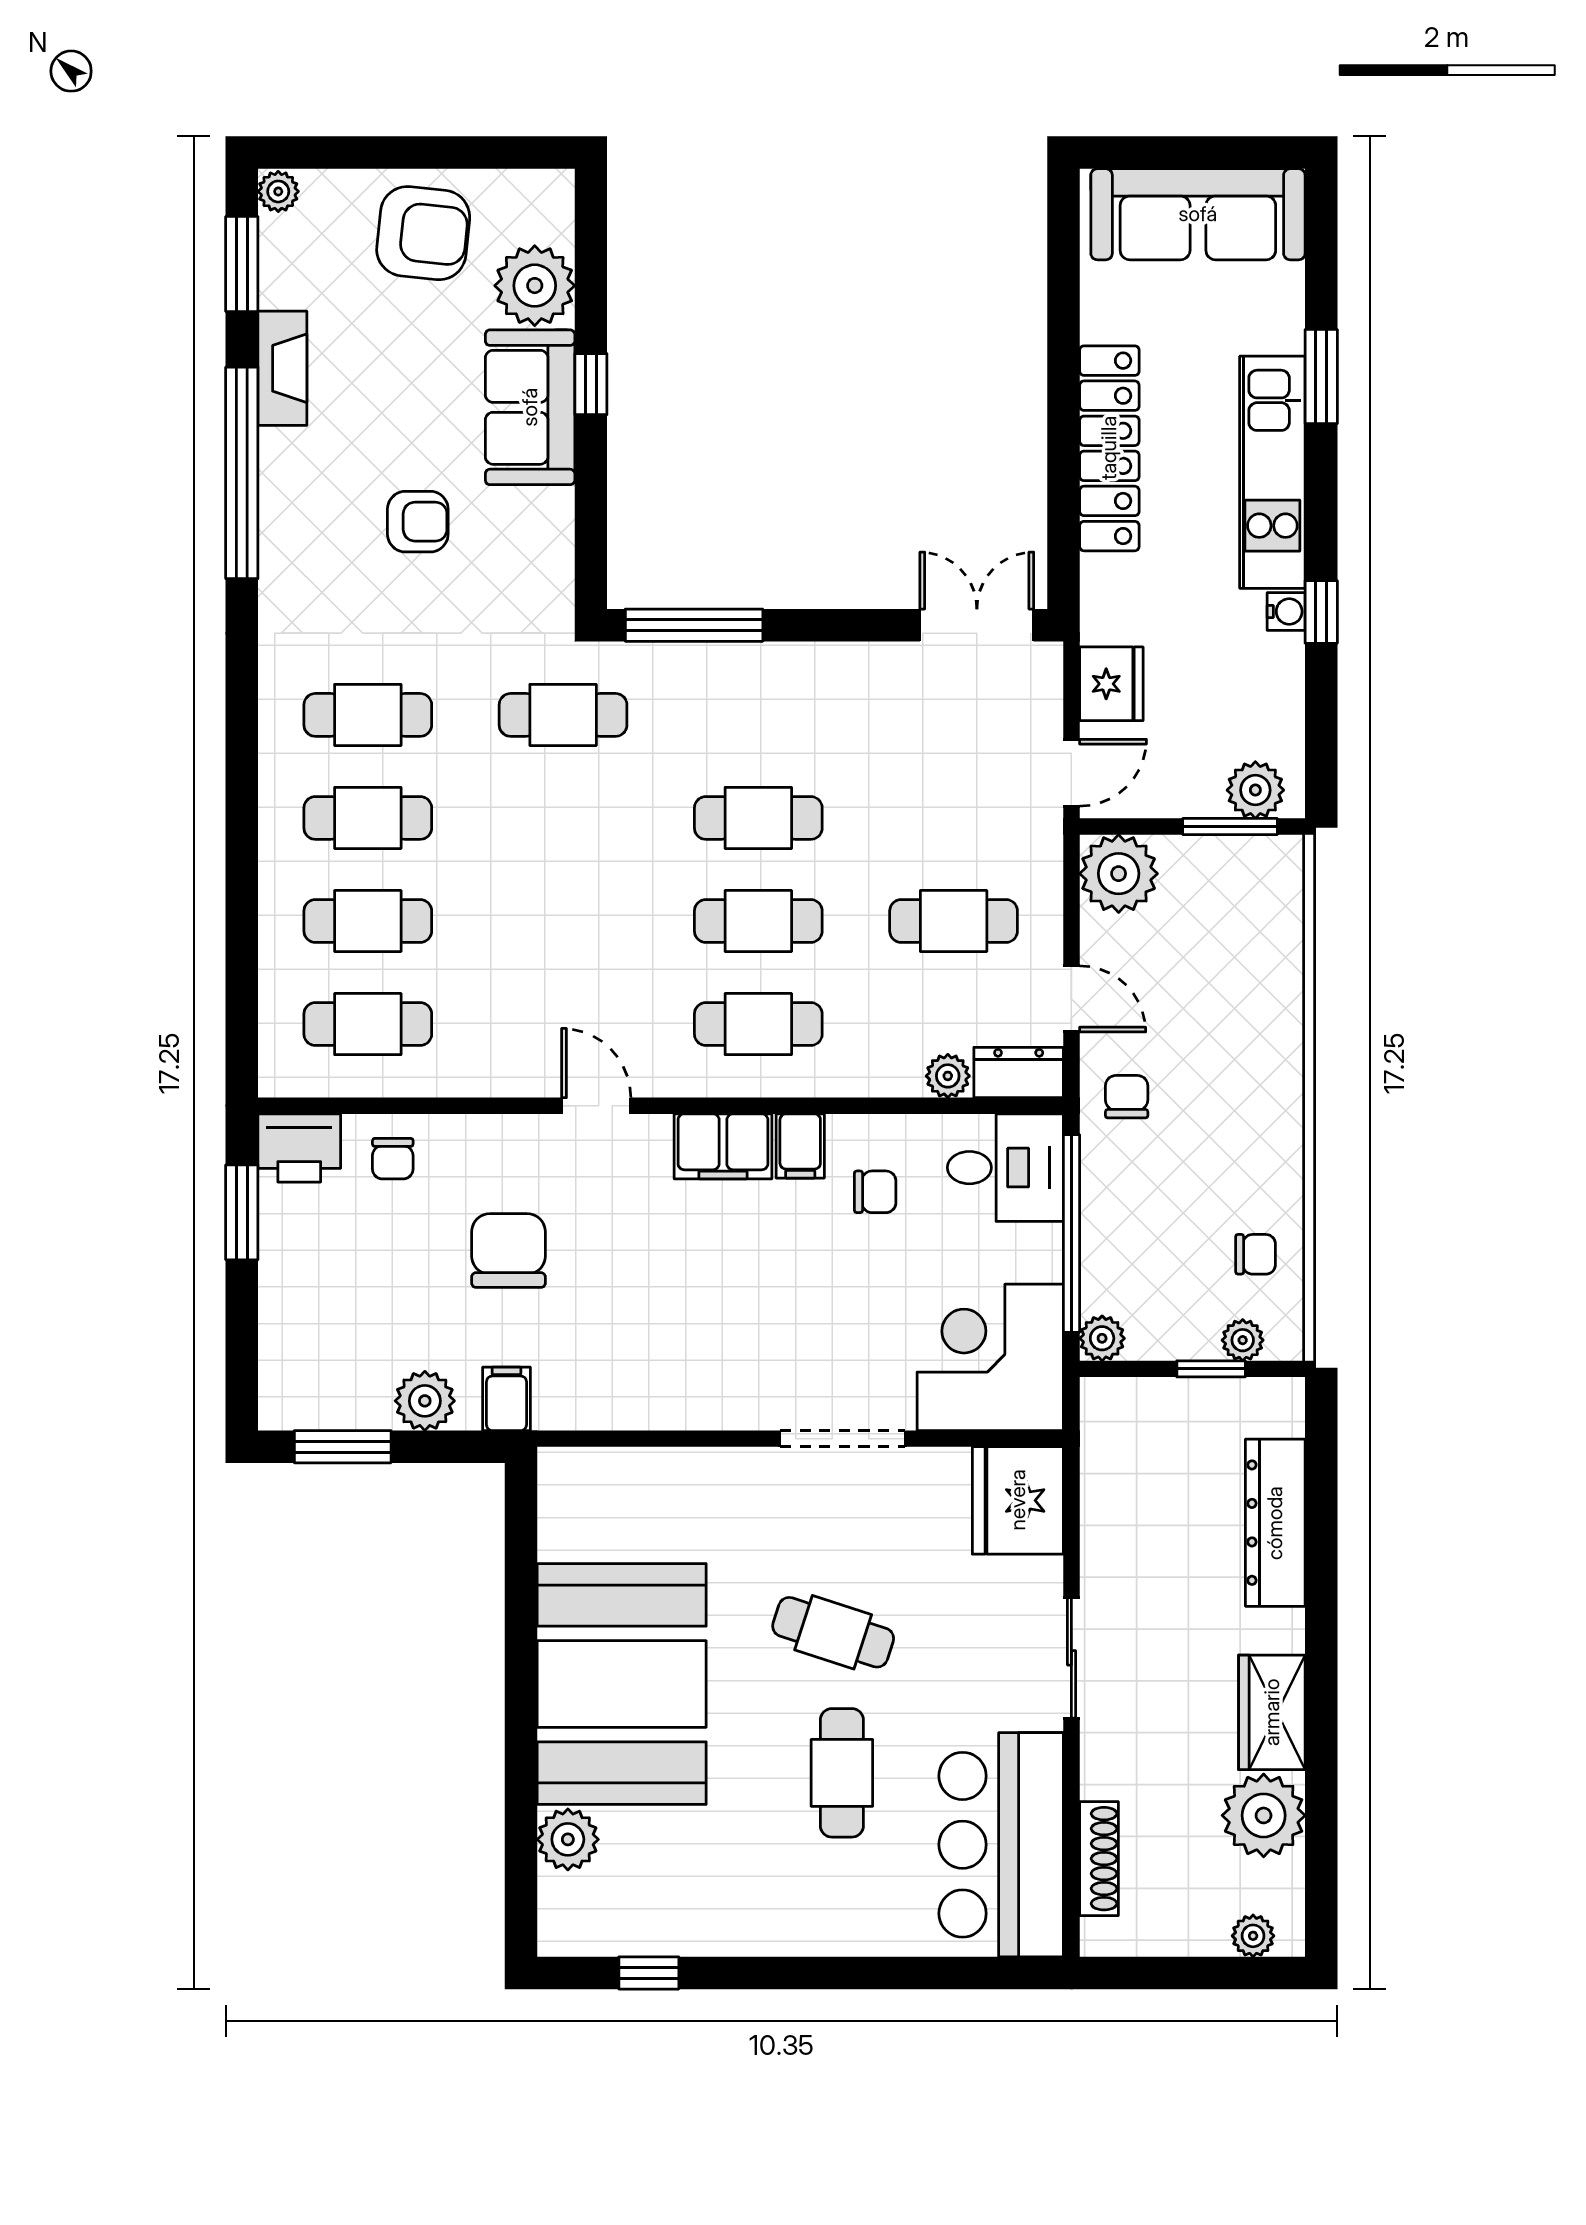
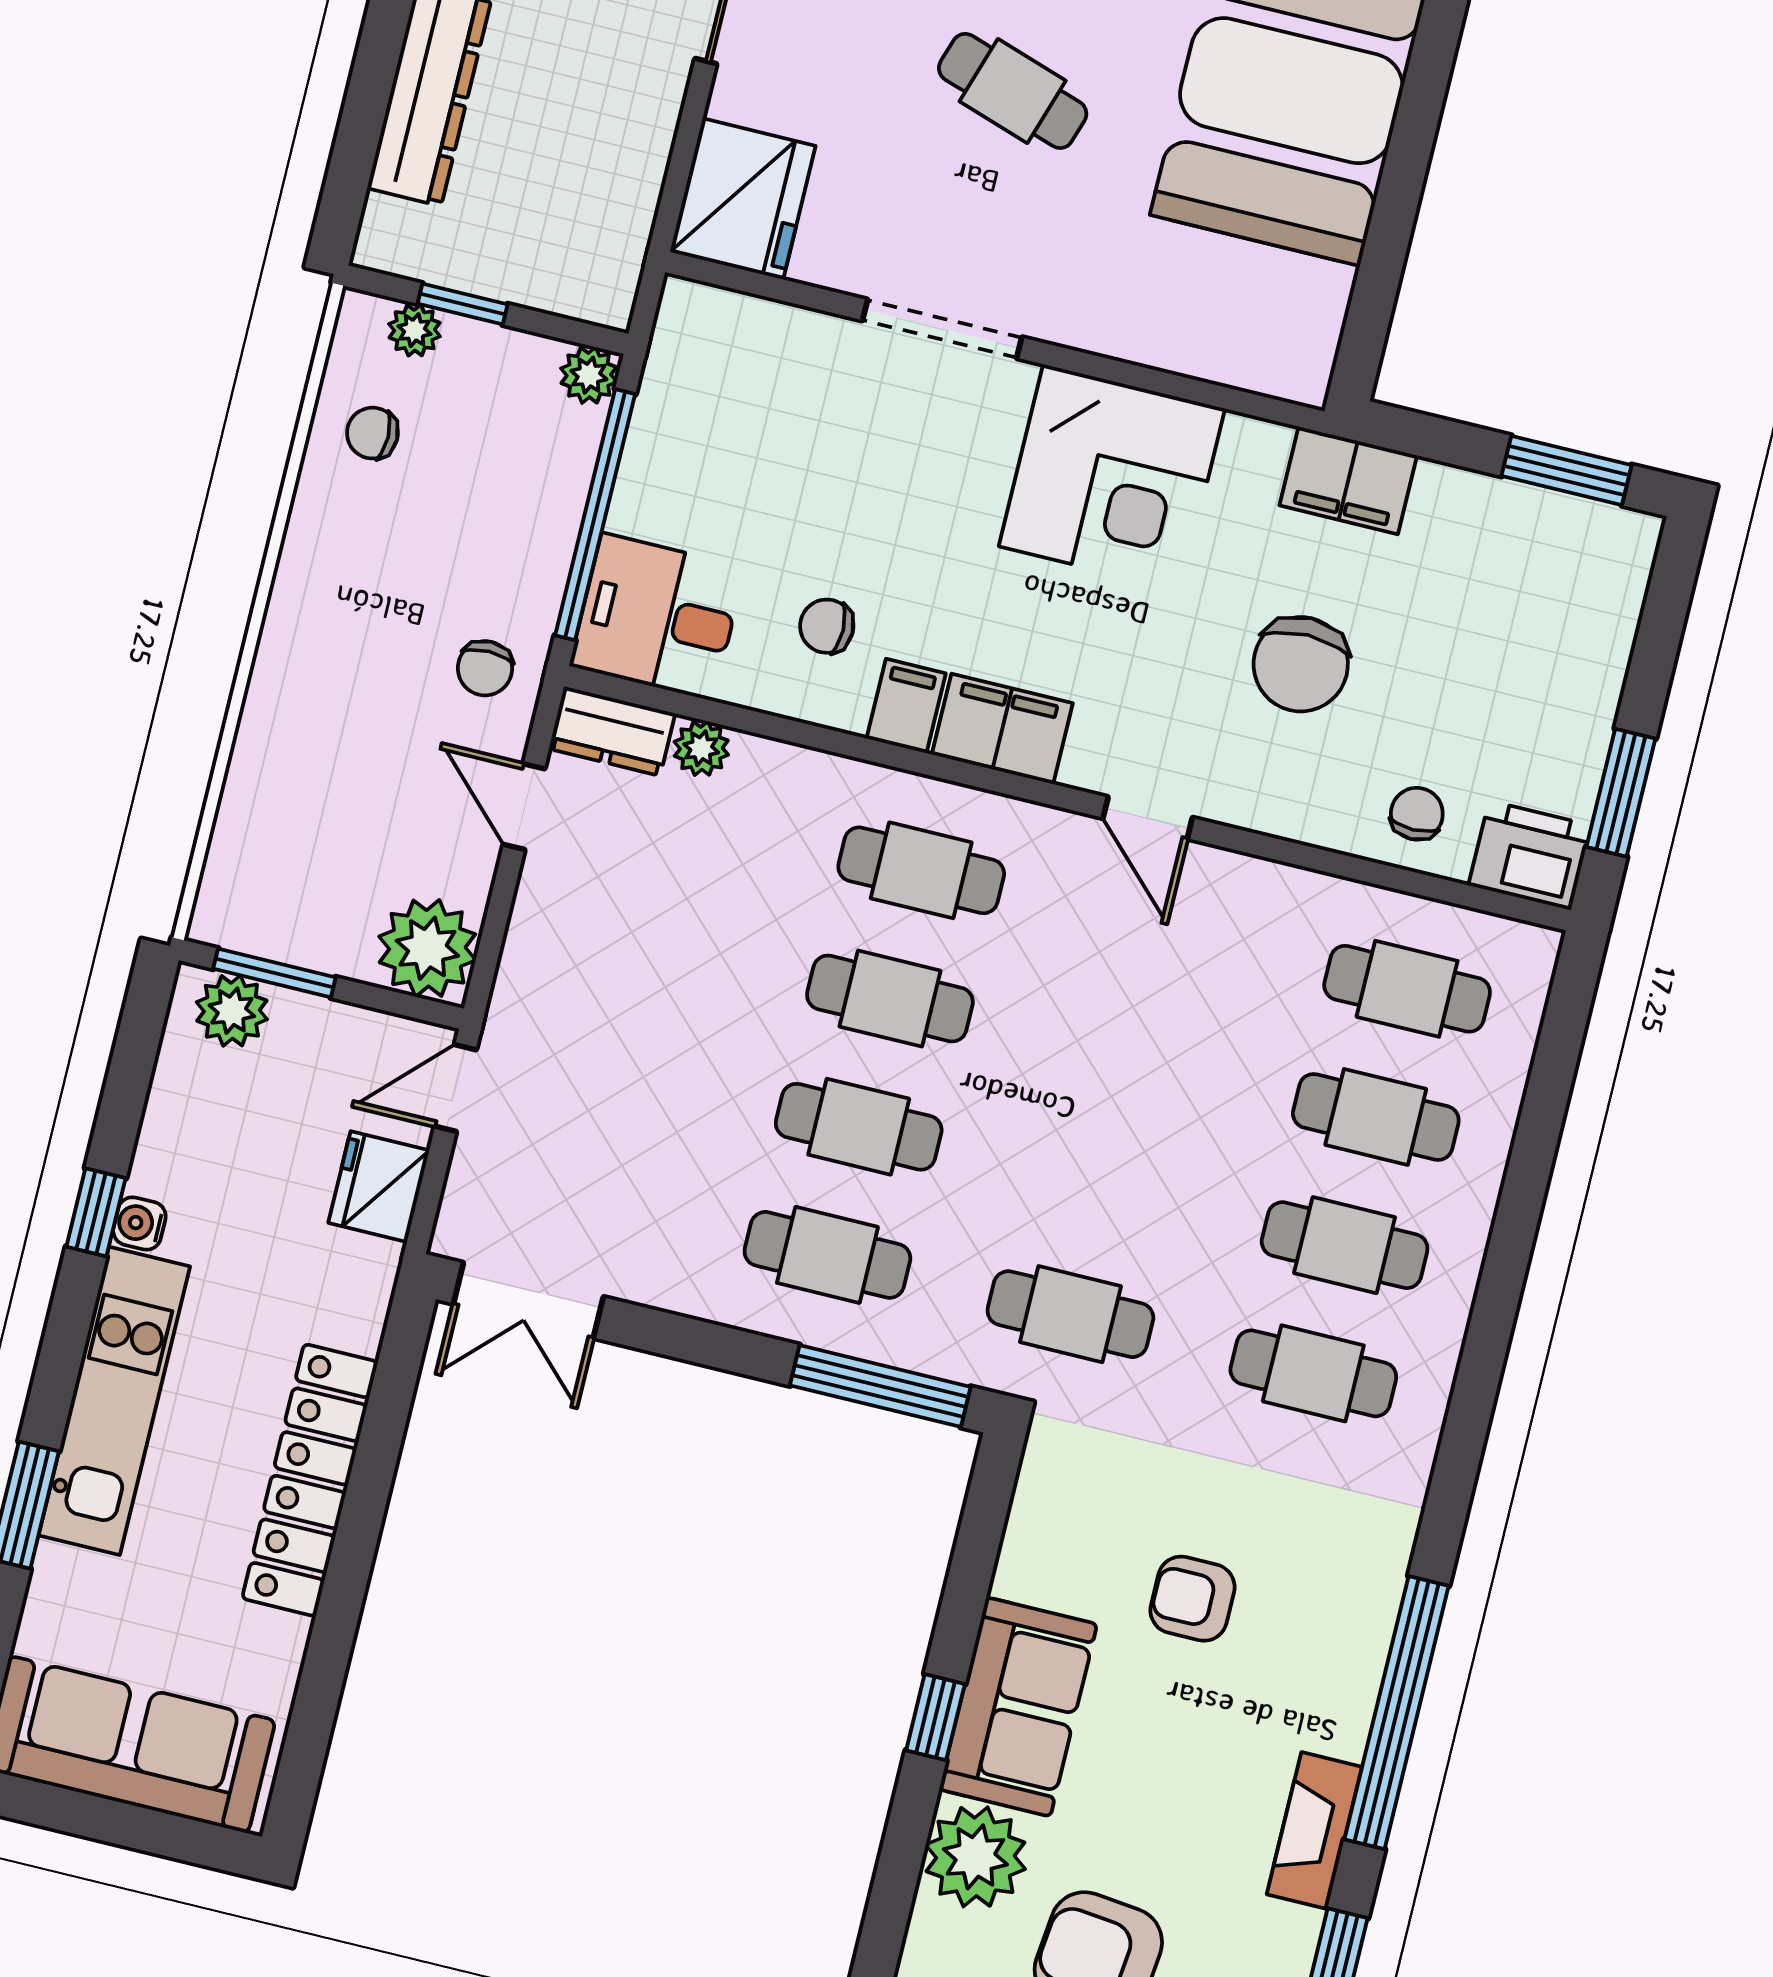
cafe table: (954, 921) -> (827, 1255), moved
corner desk: (990, 1357) -> (1112, 477), moved
filing cabinet: (506, 1399) -> (1348, 480), width x2.00
plant: (425, 1401) -> (1450, 503), removed

